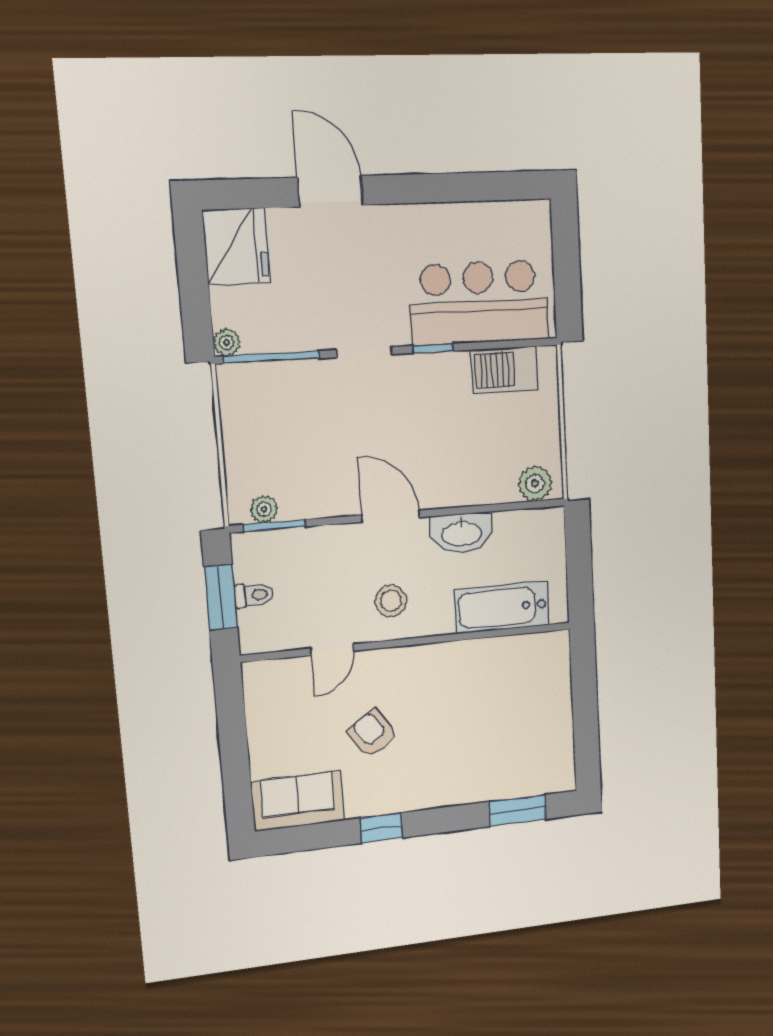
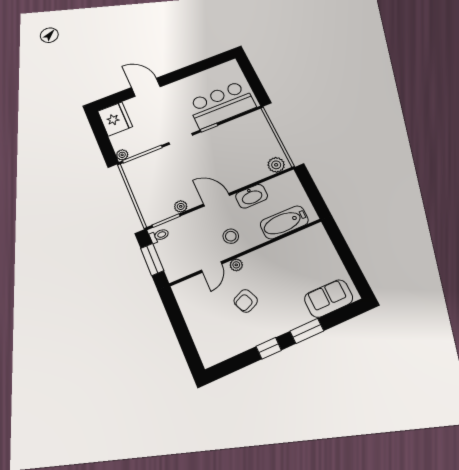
barbecue: (504, 370) -> (243, 125), removed
plant: (264, 509) -> (181, 206), moved
toilet: (254, 595) -> (159, 236), moved
plant: (380, 661) -> (236, 265), added
armchair: (372, 733) -> (246, 301), turned -78
sofa: (298, 801) -> (329, 298), moved
window: (518, 810) -> (307, 331), moved

